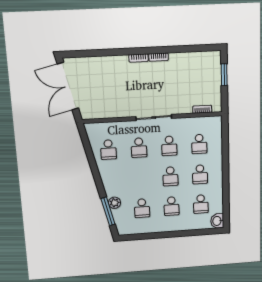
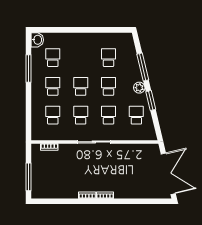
window: (224, 75) -> (29, 177), width x1.44
window: (94, 166) -> (151, 101), added
window: (226, 191) -> (29, 68), added
plant: (114, 203) -> (139, 88), moved
school desk: (171, 206) -> (109, 86), moved
window: (108, 211) -> (143, 67), moved

